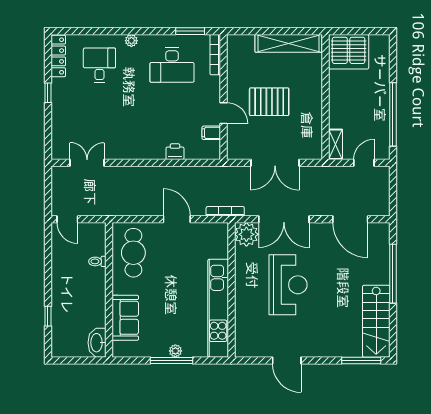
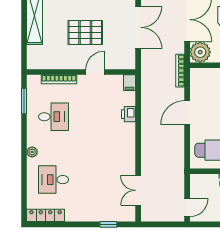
bookcase: (215, 55) -> (59, 79), moved
desk: (172, 65) -> (54, 117), width x0.73
window: (48, 93) -> (108, 224), moved
pallet: (269, 102) -> (85, 32), turned 90
filing cabinet: (211, 133) -> (130, 83), moved

